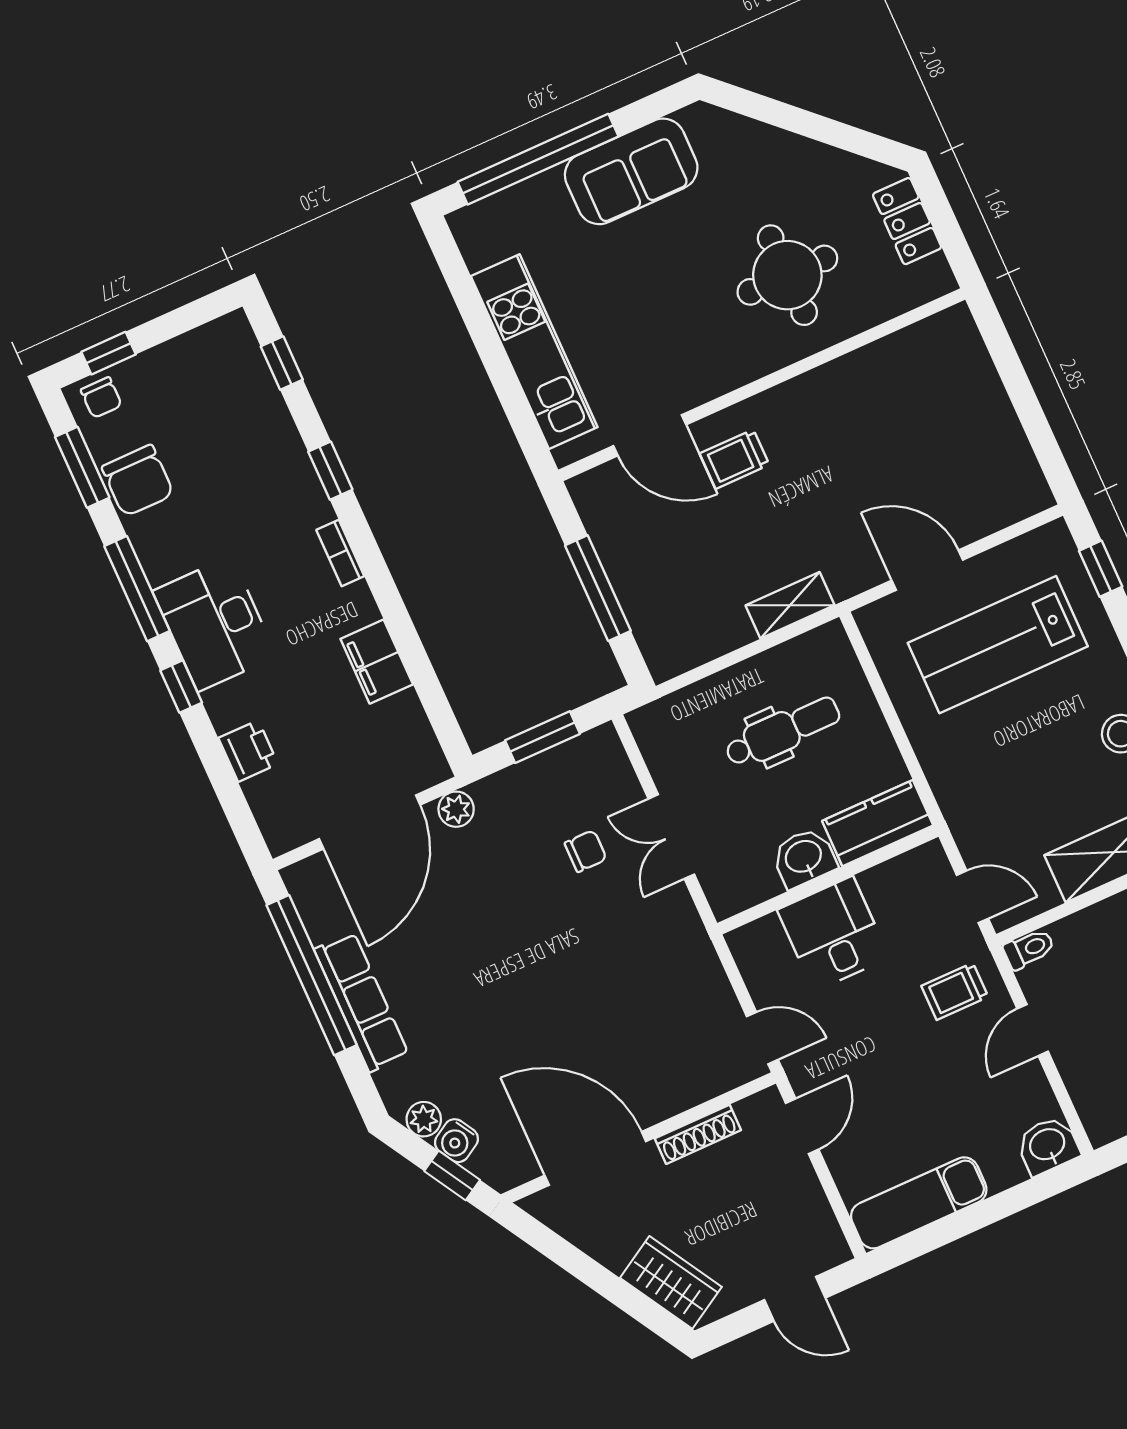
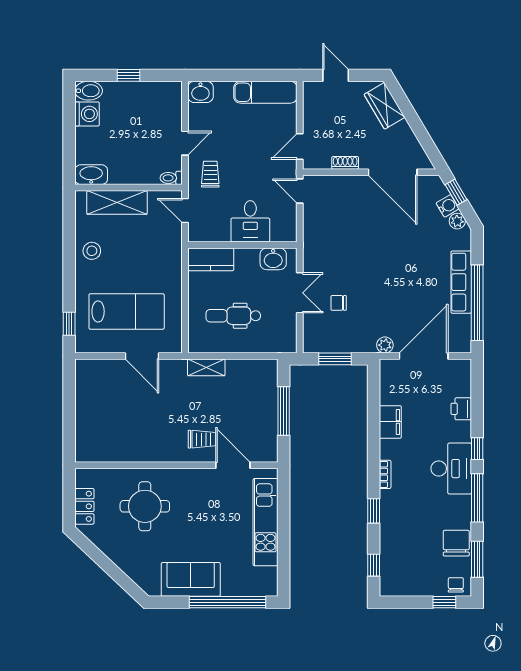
washbasin: (804, 858) -> (273, 259), moved
trolley: (955, 991) -> (210, 174), turned -90
shoe rack: (698, 1134) -> (345, 163), width x0.70

